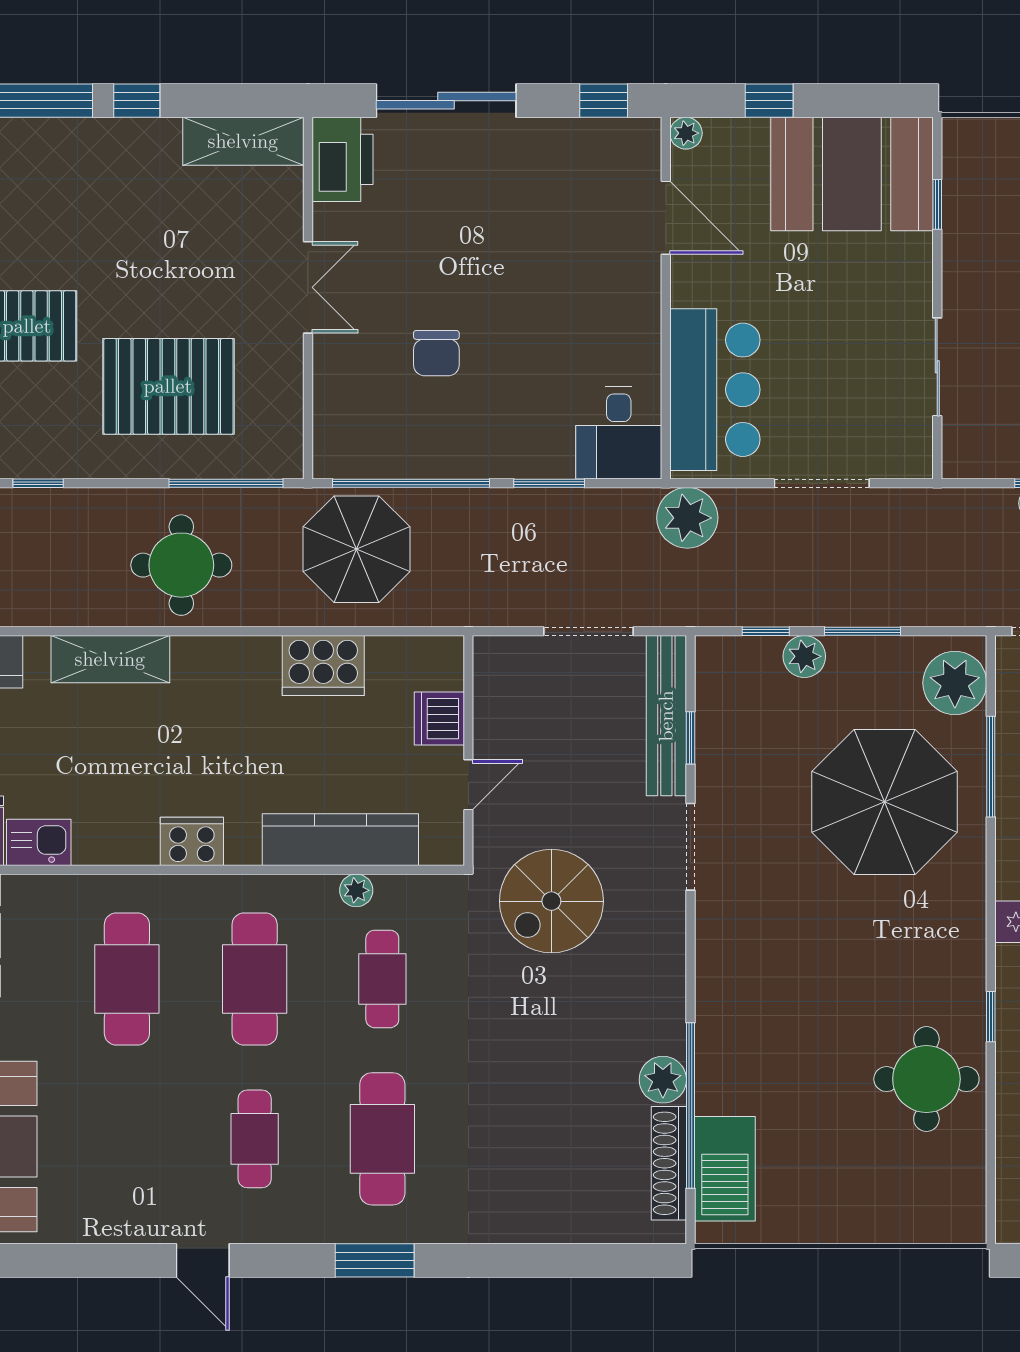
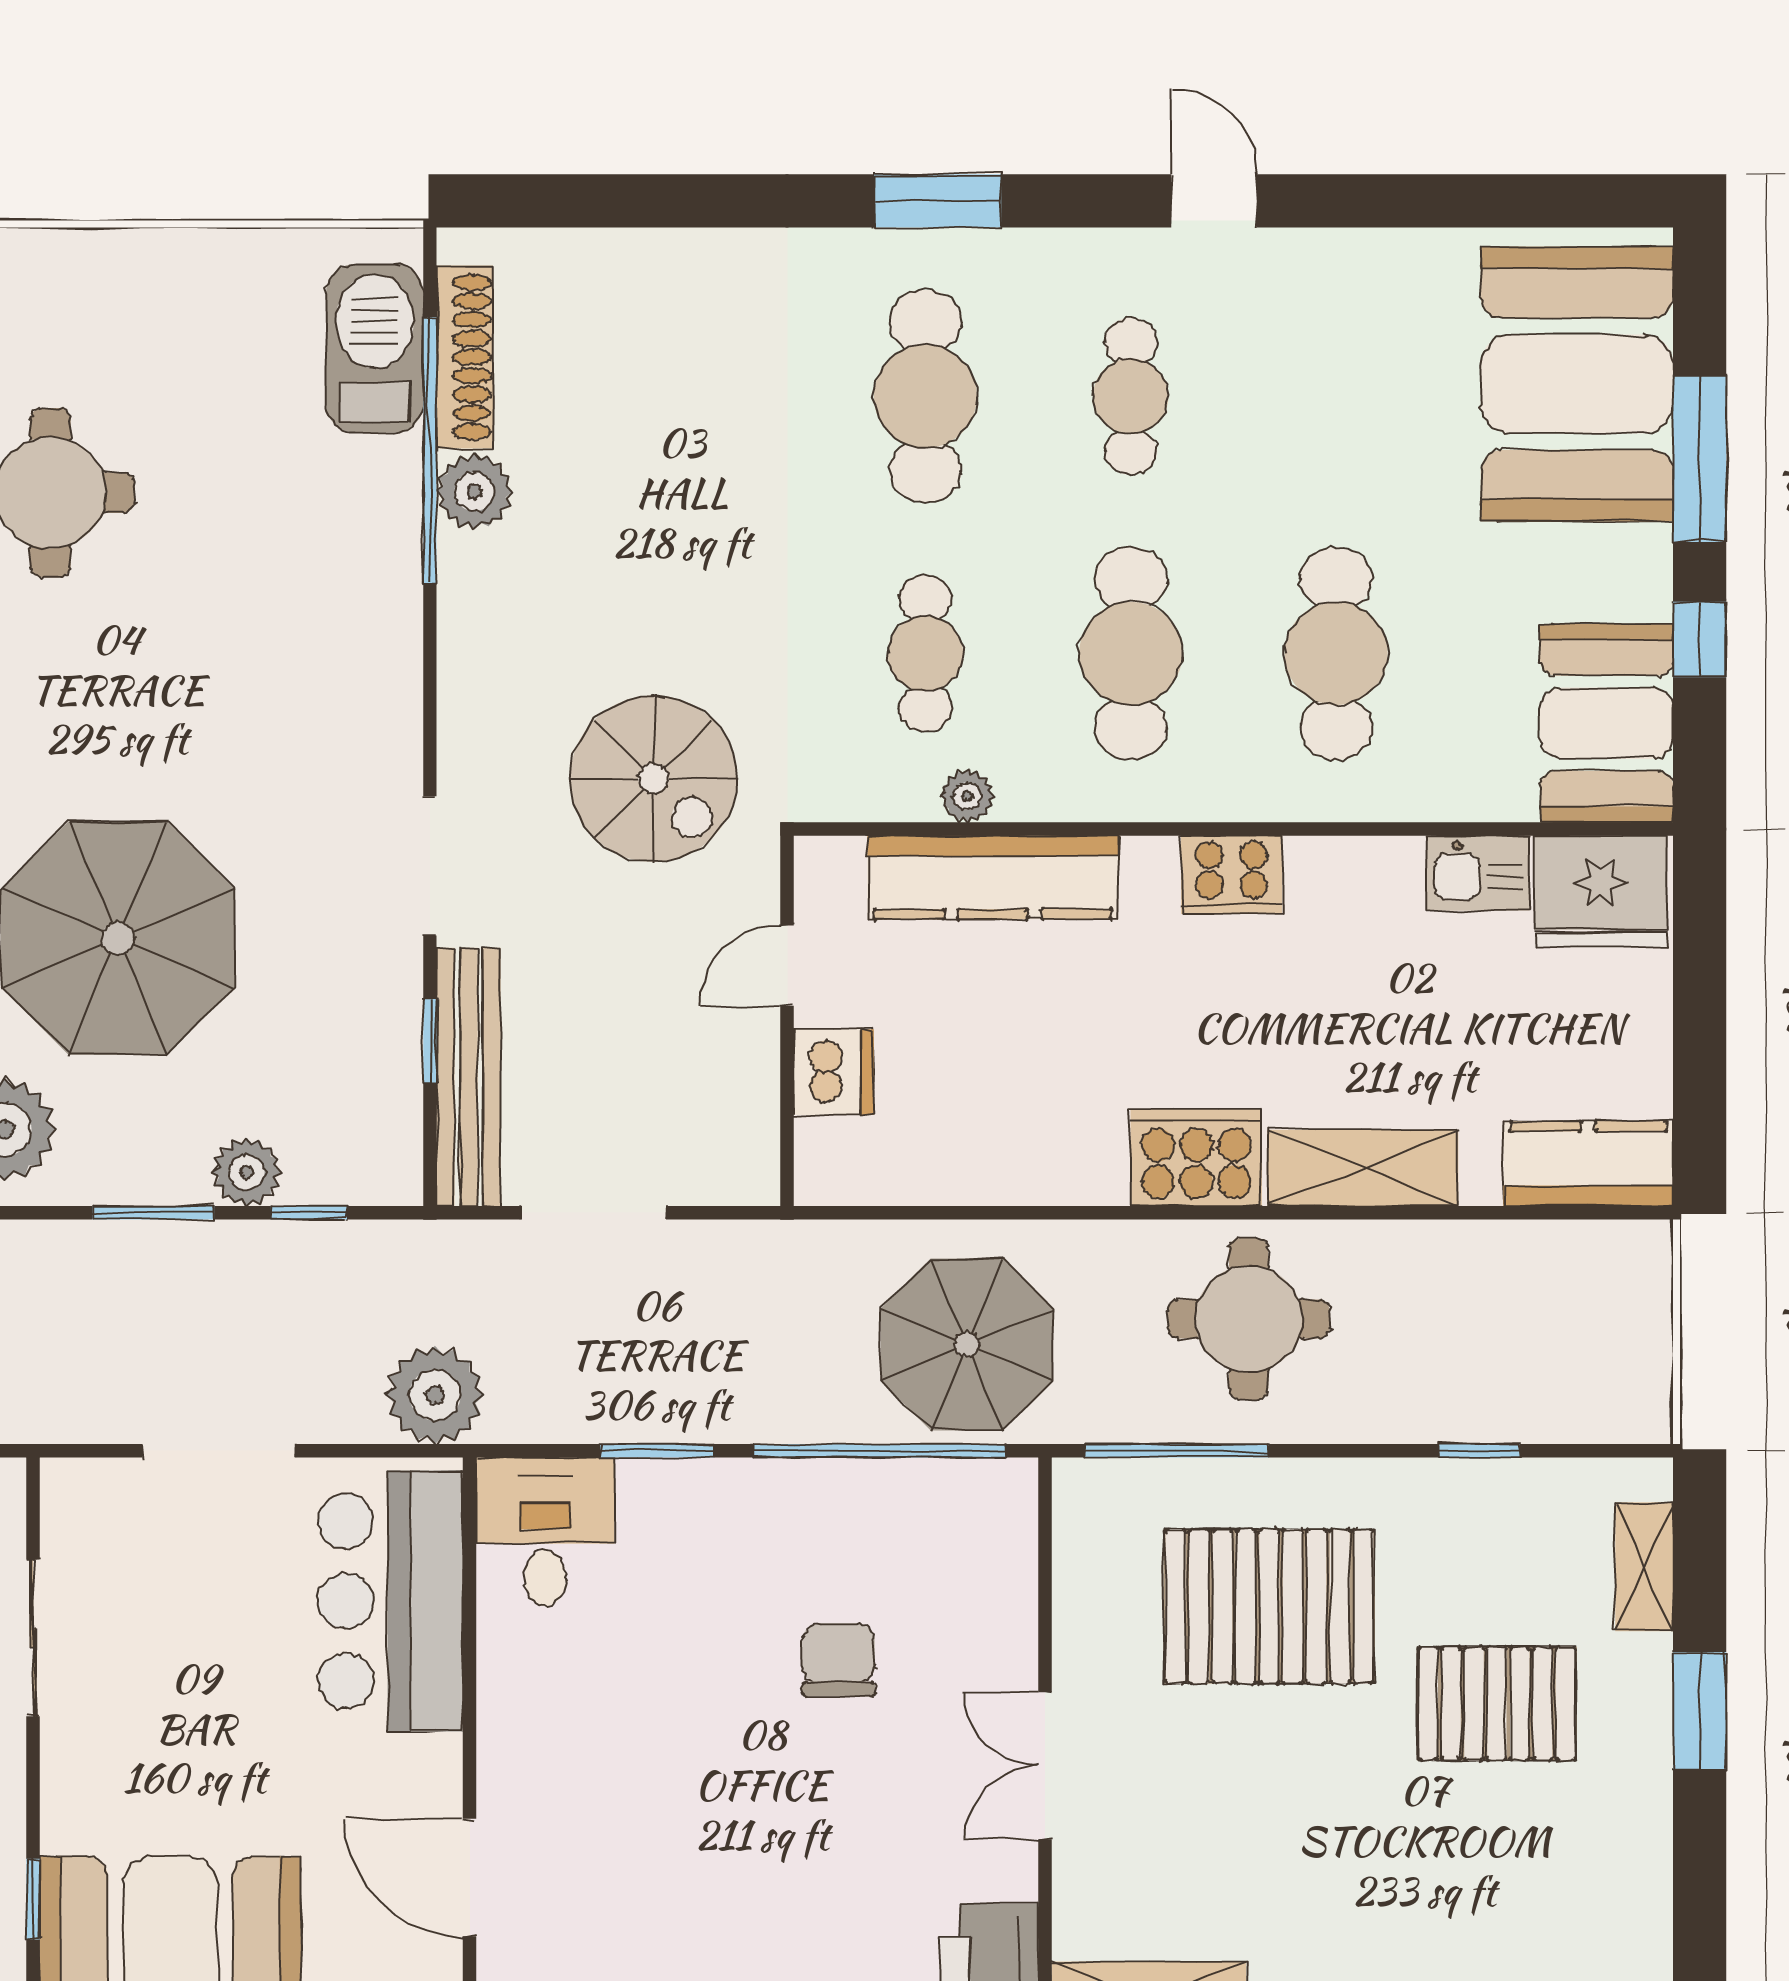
cooker: (323, 665) -> (1196, 1158), moved
spiral stairs: (551, 901) -> (653, 779), turned 90

